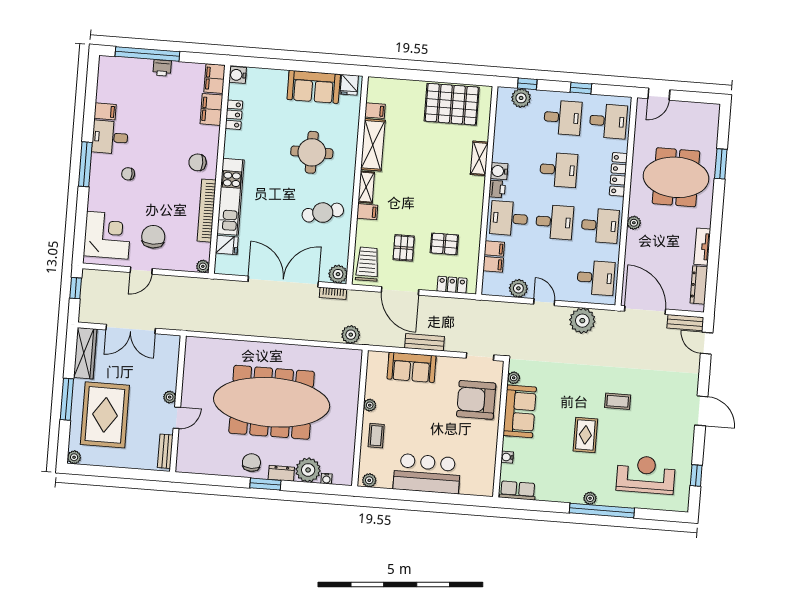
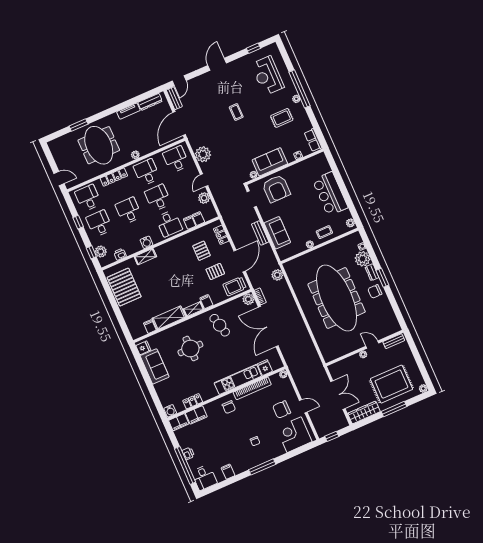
desk: (110, 137) -> (204, 477), moved
printer: (497, 189) -> (120, 254), moved
rug: (585, 435) -> (282, 118), moved

